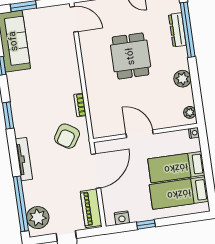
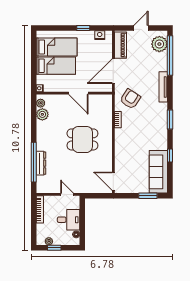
dining table: (131, 56) -> (82, 139), moved, turned 90
plant: (182, 79) -> (42, 114), moved

